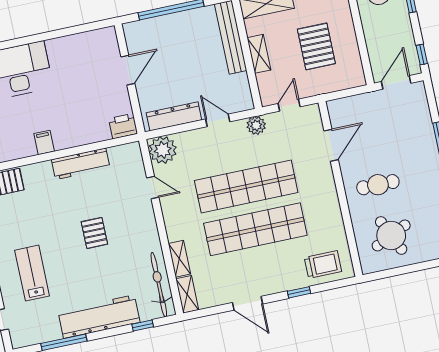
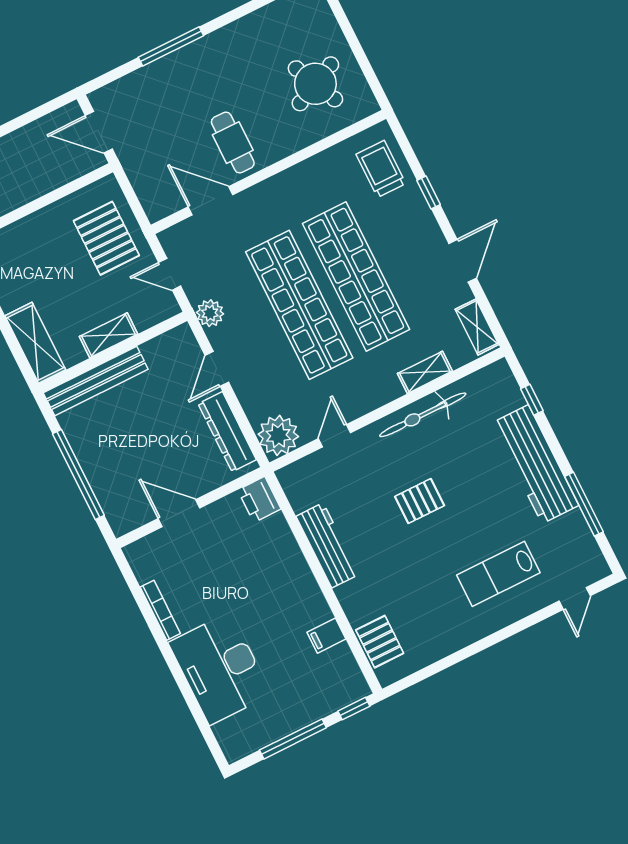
bookcase: (66, 41) -> (160, 610), added
pallet: (316, 46) -> (106, 238), moved, turned 90
window: (422, 54) -> (50, 107), removed
filing cabinet: (44, 142) -> (326, 636), moved
cafe table: (378, 185) -> (233, 143), moved
bicycle: (159, 285) -> (423, 415), moved
shelving: (187, 294) -> (477, 327), moved, turned 90

